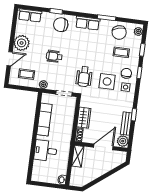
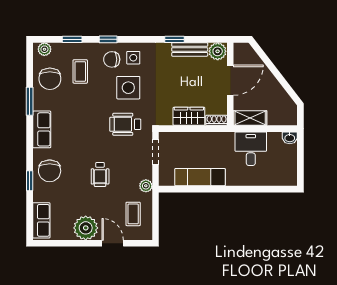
chair: (119, 32) -> (50, 79), turned 105
wheelchair: (84, 77) -> (125, 124), turned 180
door: (103, 147) -> (230, 80), swing flipped
desk: (46, 151) -> (251, 149), moved, turned 180

